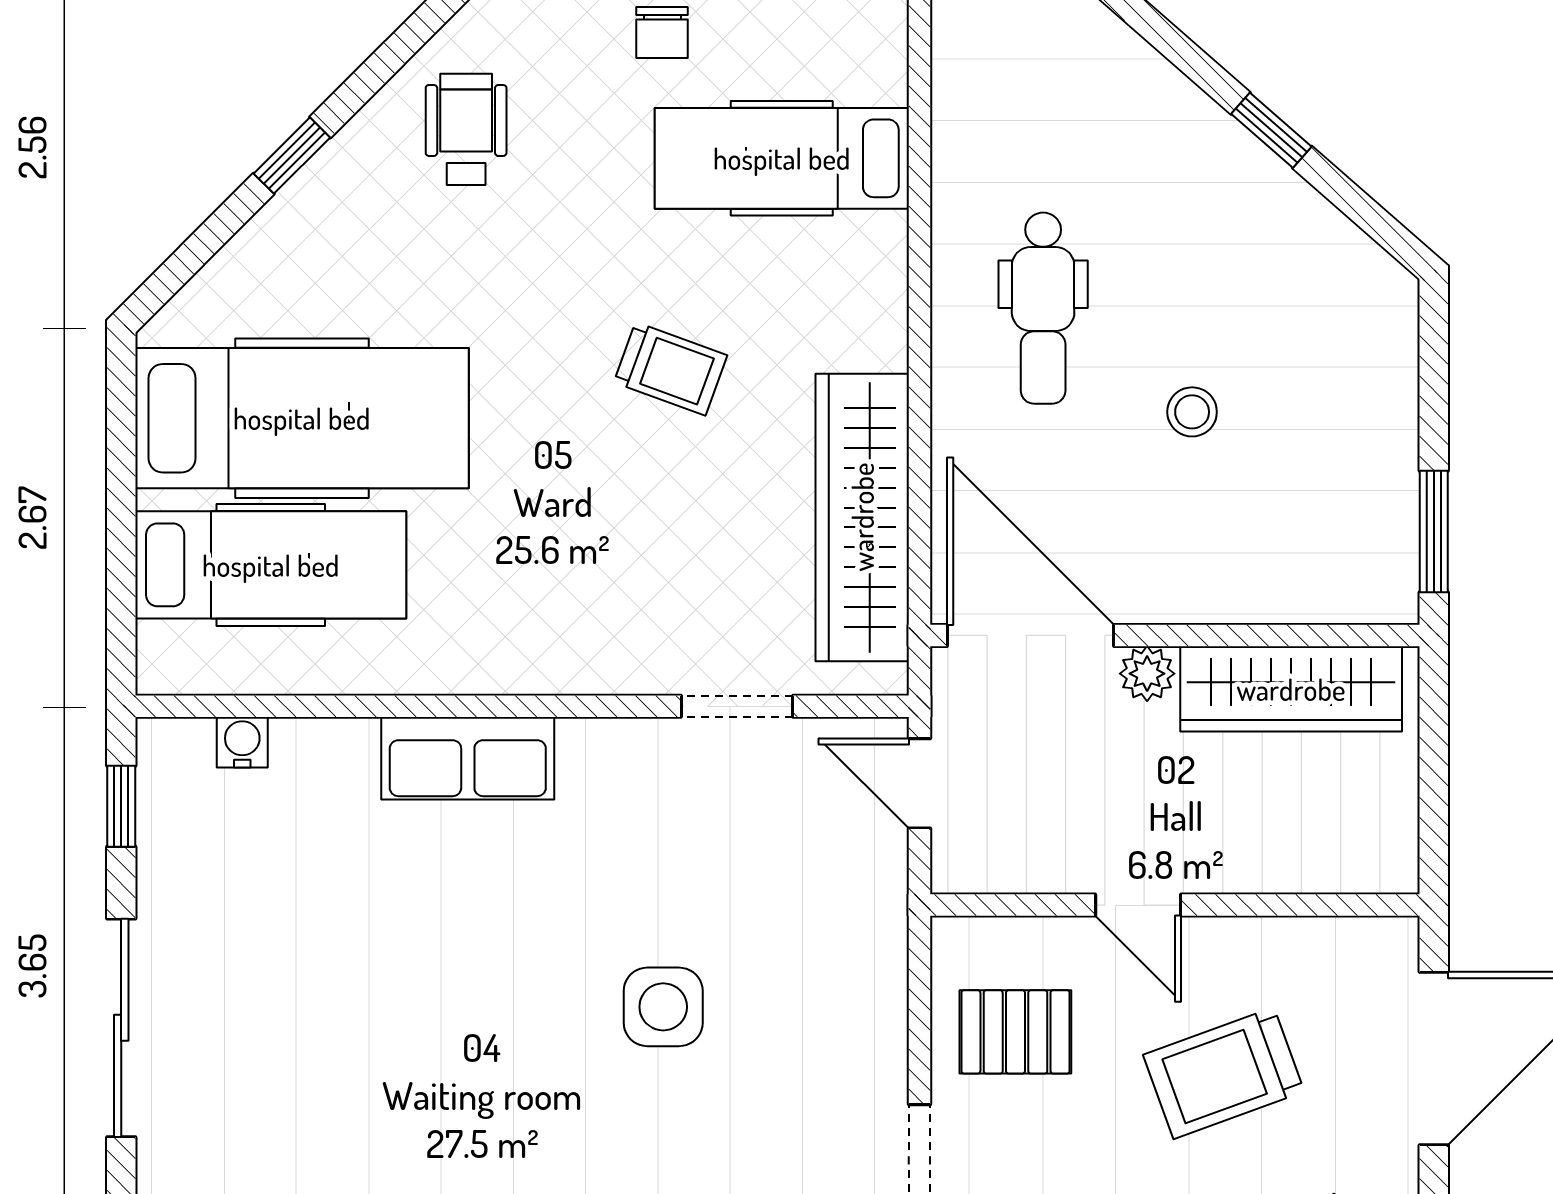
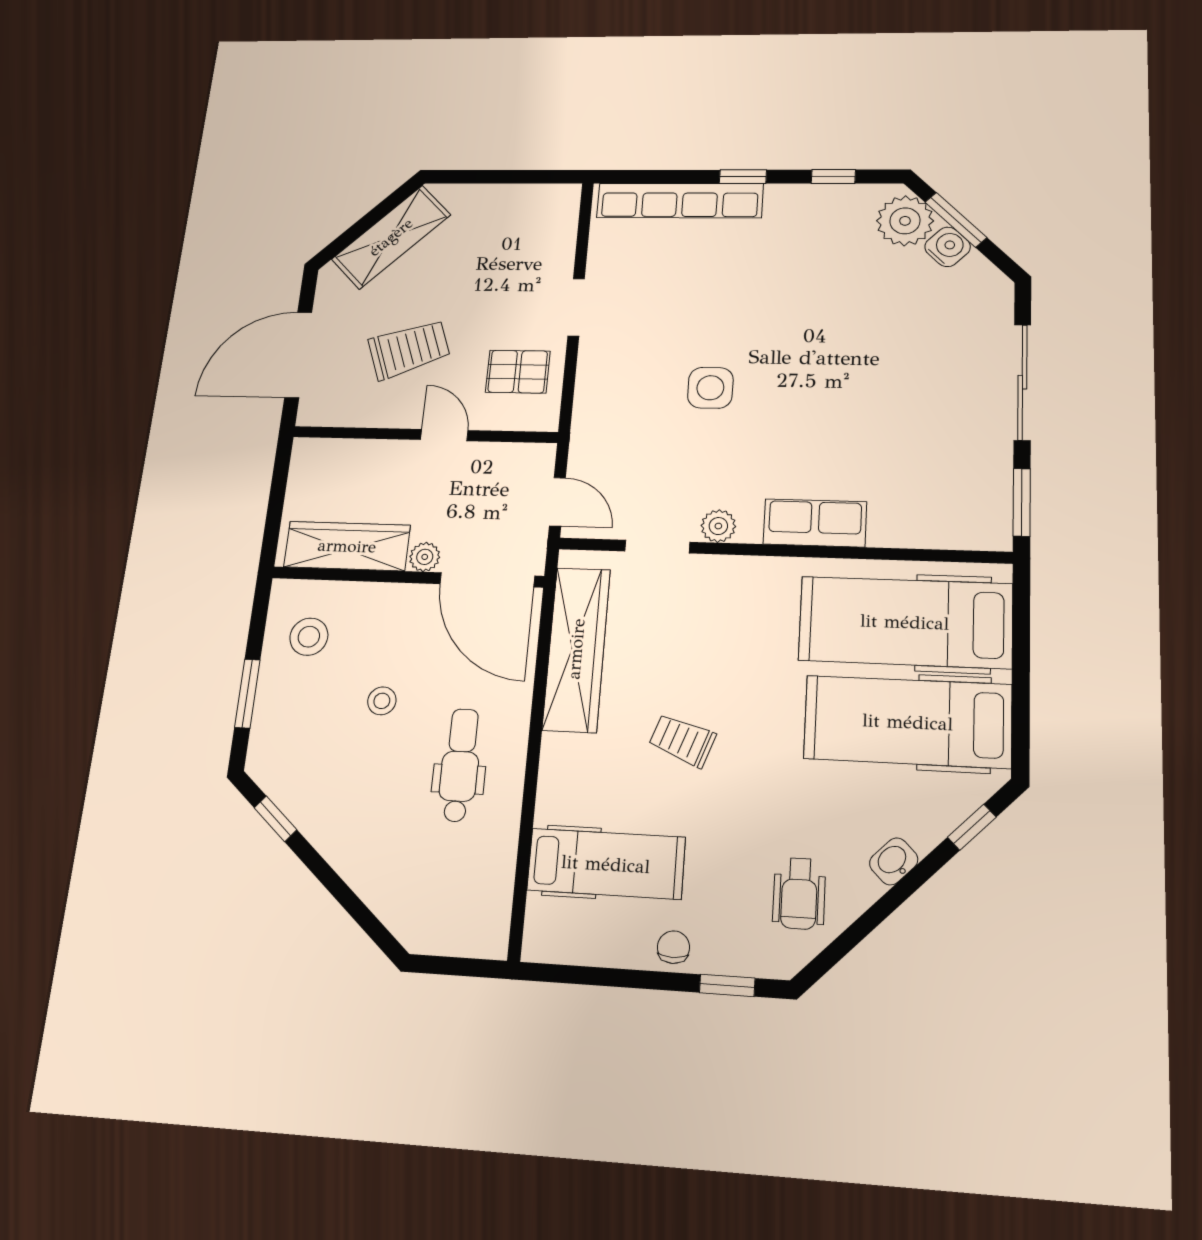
window: (1271, 130) -> (275, 819), moved
window: (292, 156) -> (972, 827), moved
washbasin: (318, 189) -> (894, 861), added
stool: (1338, 520) -> (309, 637), added
window: (1434, 532) -> (247, 694), moved
hospital bed: (271, 565) -> (905, 622), width x1.37, depth x1.29
water cooler: (242, 742) -> (948, 536), removed
plant: (633, 747) -> (718, 526), added
window: (121, 806) -> (1022, 502), width x1.50

